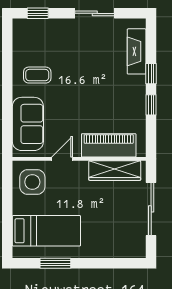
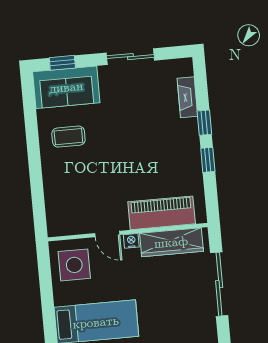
fireplace: (137, 51) -> (187, 97), width x0.73, depth x0.76
sofa: (28, 124) -> (66, 87), moved, turned 90
door: (62, 159) -> (107, 234), swing flipped
nightstand: (82, 166) -> (131, 241), added

